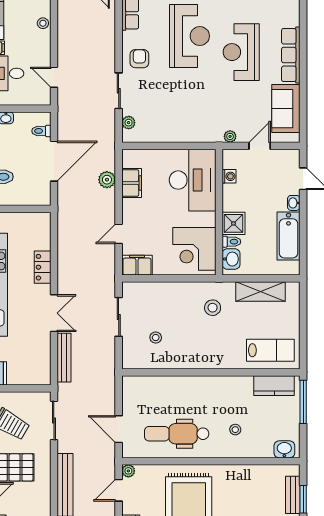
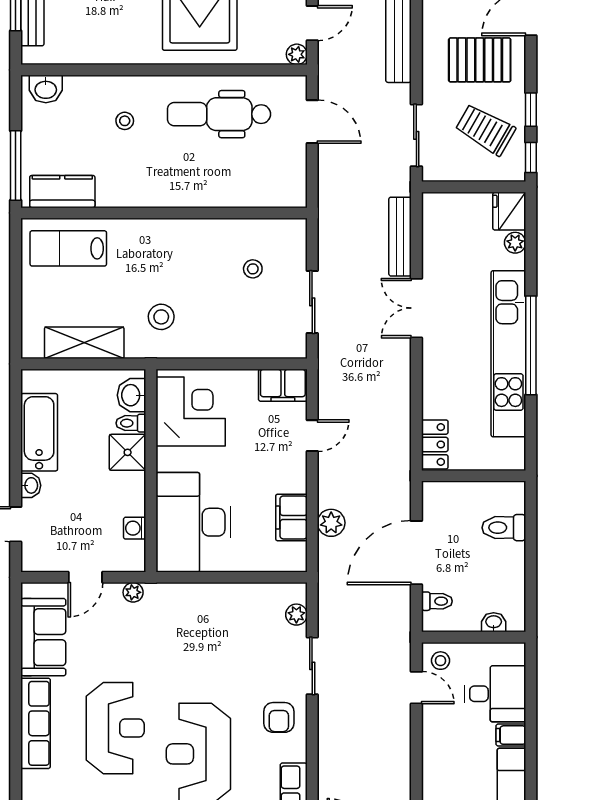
stool: (43, 23) -> (441, 661), moved
locker: (43, 267) -> (435, 444), moved
dental chair: (177, 434) -> (219, 114), turned 180

